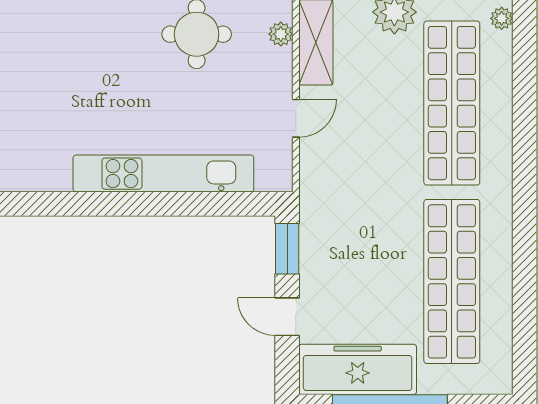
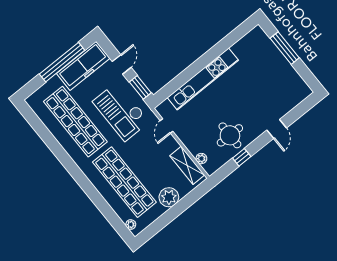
door: (296, 118) -> (167, 126), moved
checkout: (356, 234) -> (121, 112), added
door: (287, 317) -> (122, 64), hinge flipped

